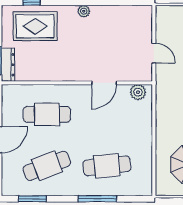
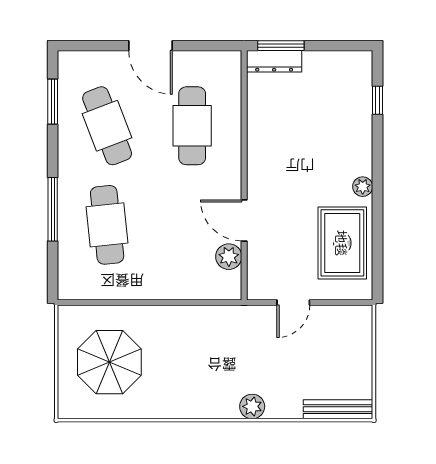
rug: (35, 26) -> (342, 243), moved
plant: (138, 92) -> (229, 257), moved

